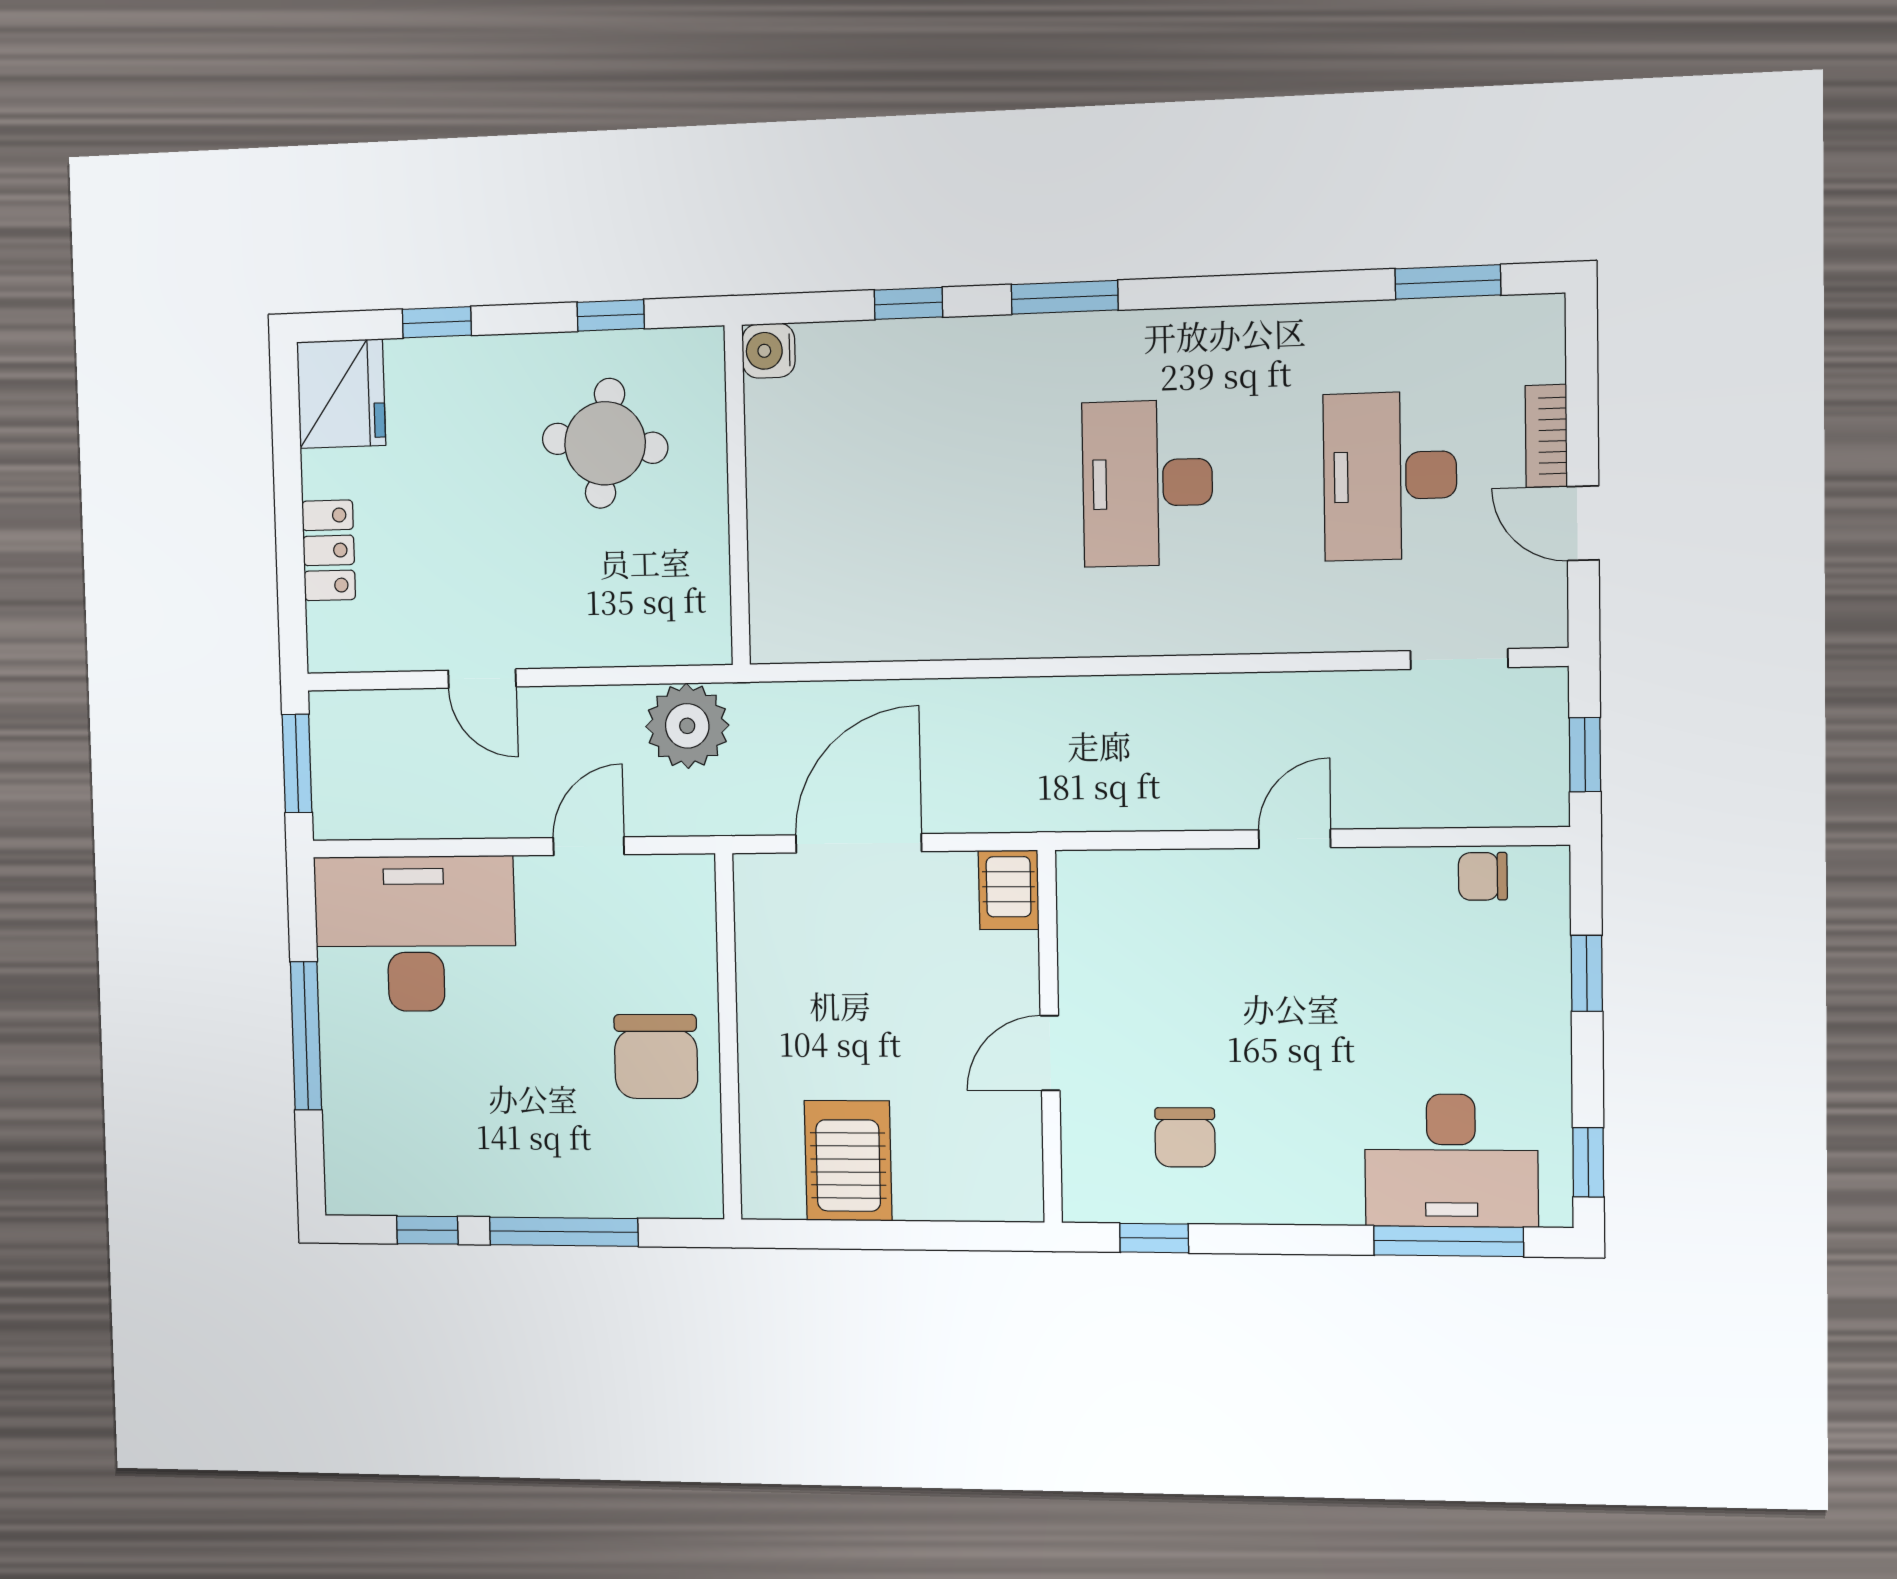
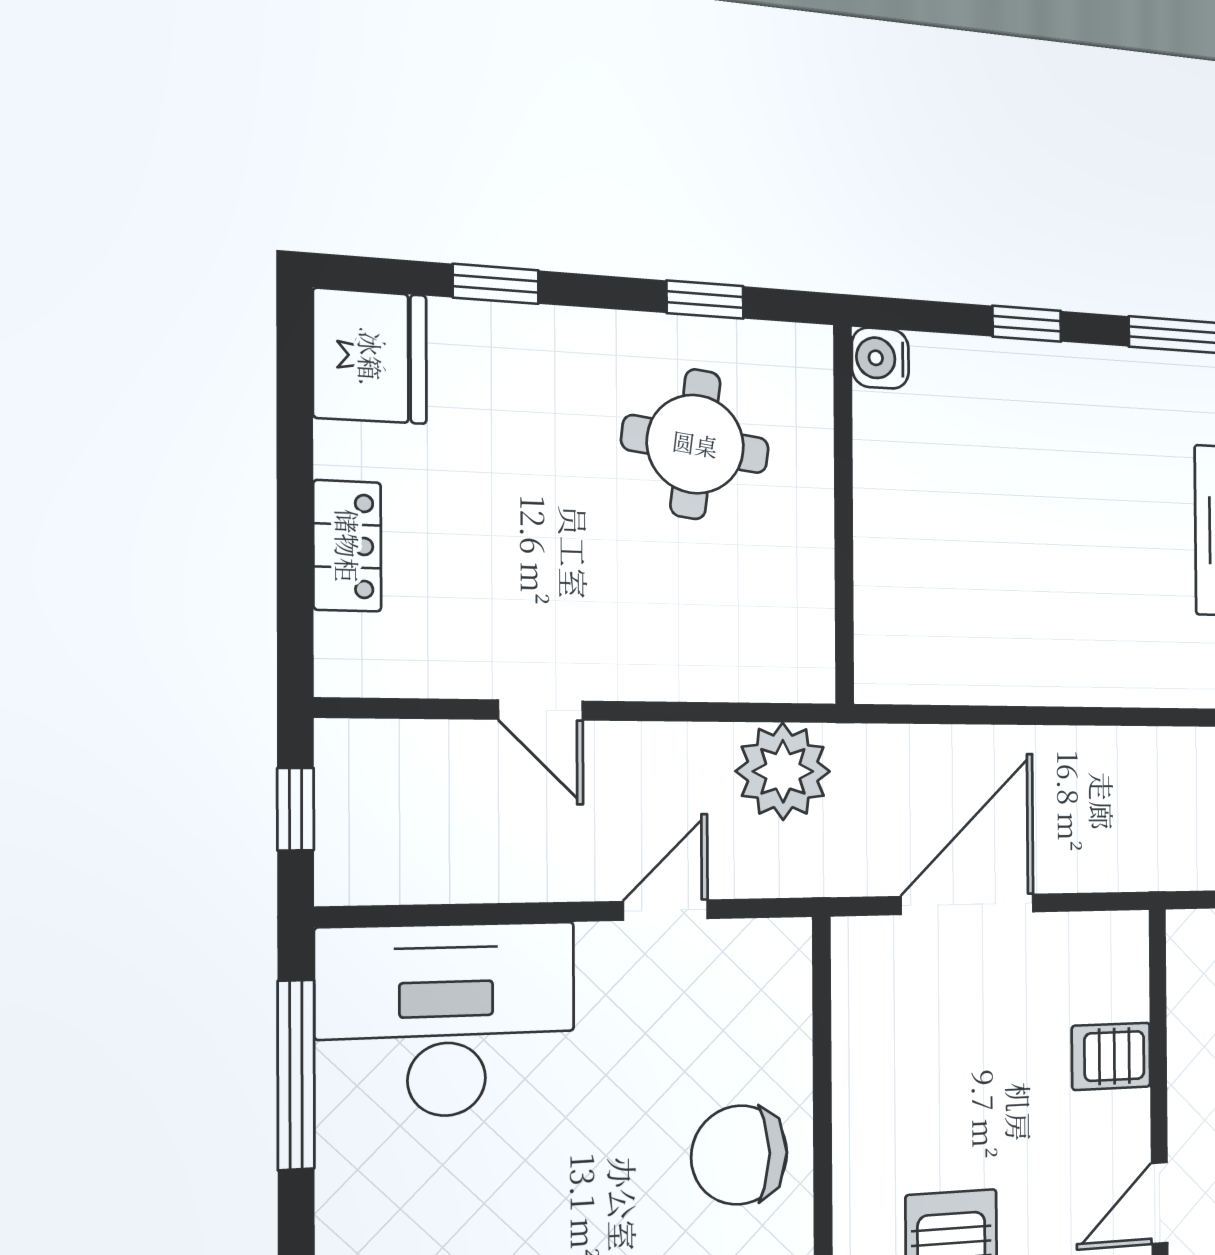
window: (297, 763) -> (296, 809), width x0.67
server rack: (1009, 890) -> (1111, 1056), moved, turned 90
window: (306, 1036) -> (296, 1075), moved
door: (1050, 1053) -> (1160, 1203), moved
chair: (656, 1057) -> (739, 1155), turned 90

